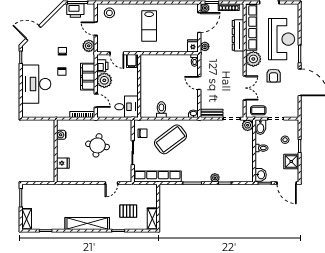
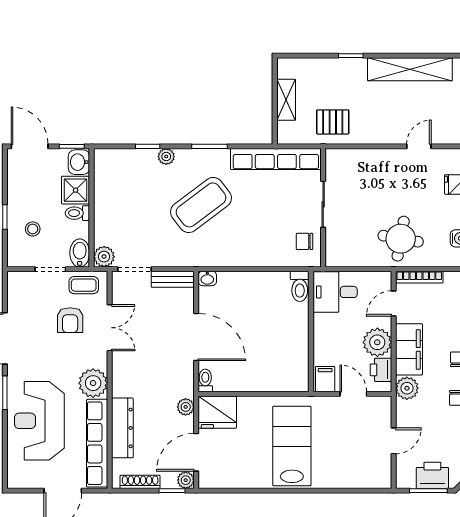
stool: (109, 13) -> (368, 471), removed
lab bench: (149, 26) -> (292, 446), width x1.36, depth x1.39
door: (96, 29) -> (394, 441), hinge flipped
plant: (89, 46) -> (407, 388), moved
fridge: (193, 46) -> (217, 412), width x1.88, depth x1.34
armchair: (274, 76) -> (70, 320), moved, turned 180
door: (199, 83) -> (196, 337), width x1.87
double door: (245, 88) -> (110, 328), swing flipped
door: (96, 101) -> (394, 304), hinge flipped
toilet: (161, 110) -> (300, 286), moved
coffee table: (171, 139) -> (201, 205), moved
round table: (97, 145) -> (401, 239), moved
shower: (291, 161) -> (76, 190), moved
door: (111, 183) -> (419, 146), moved
pallet: (128, 211) -> (333, 122), moved
shelving: (152, 219) -> (286, 100), moved

